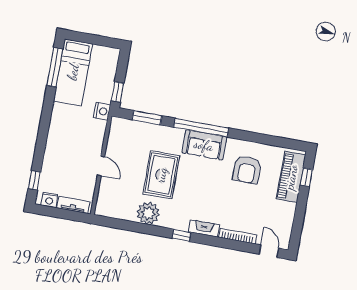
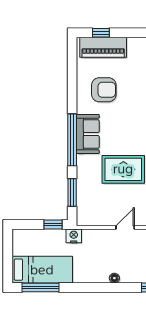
floor lamp: (51, 145) -> (114, 278), added

